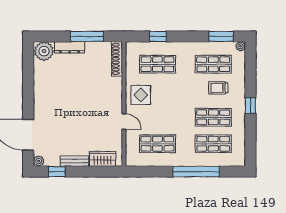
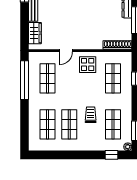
trolley: (218, 88) -> (91, 115), moved
window: (250, 106) -> (112, 155), moved
window: (196, 172) -> (24, 80), moved

